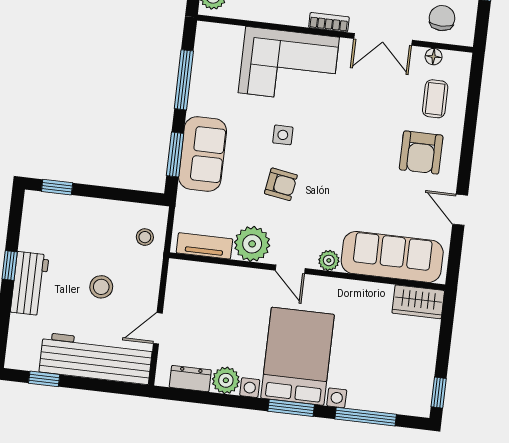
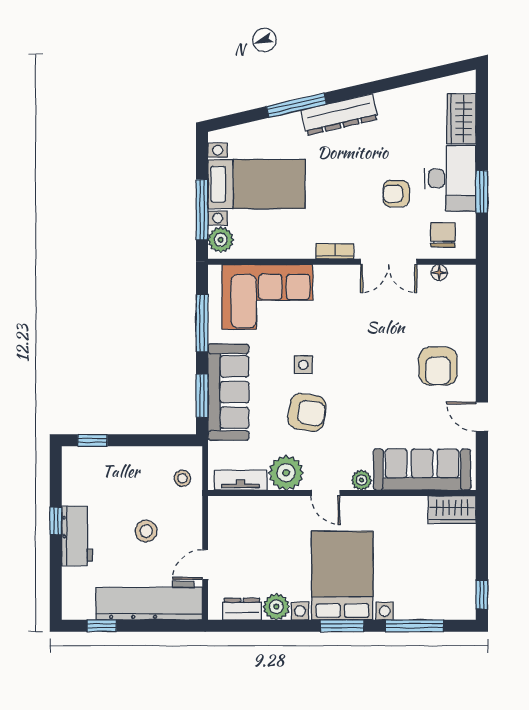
corner sofa: (289, 65) -> (267, 297), moved
coffee table: (435, 99) -> (445, 313), removed
sofa: (203, 154) -> (228, 392), width x1.36
armchair: (281, 184) -> (307, 412), width x1.38, depth x1.38

